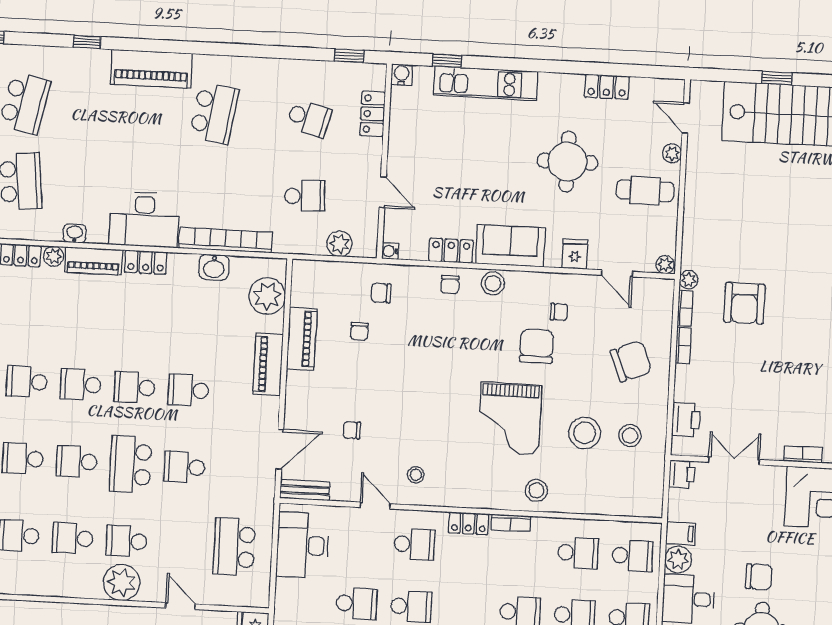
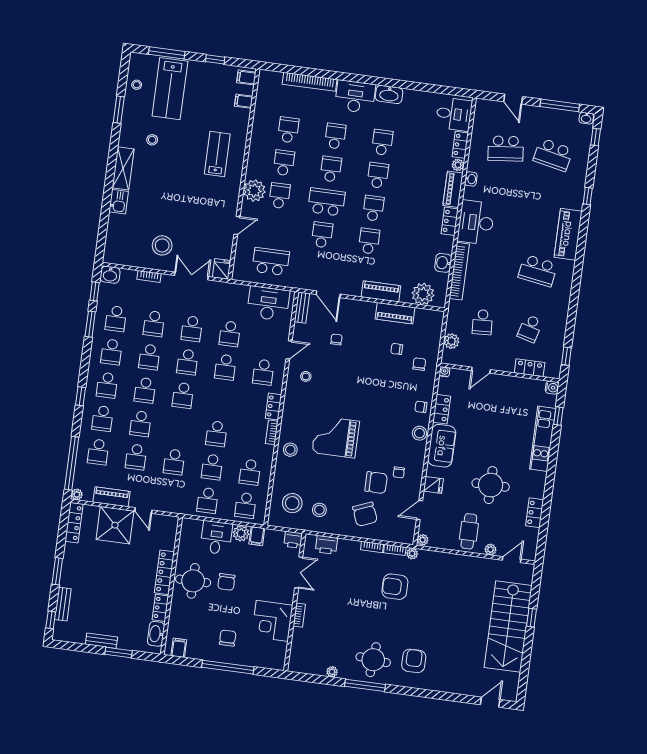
chair: (537, 346) -> (376, 483), moved
stool: (585, 433) -> (292, 503), moved

